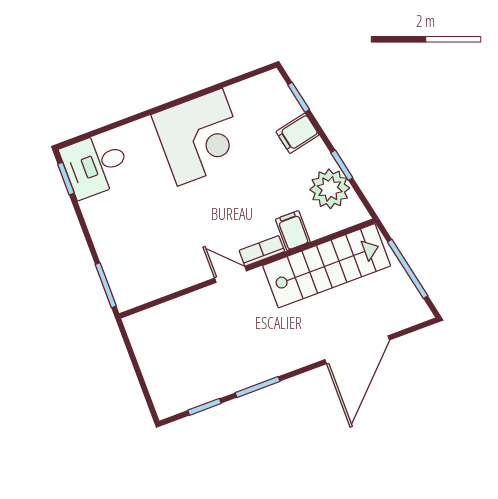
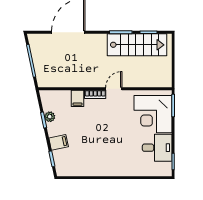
corner desk: (200, 137) -> (153, 114), moved, turned -90
desk: (96, 165) -> (157, 148), moved
plant: (330, 189) -> (50, 117), width x0.53, depth x0.53
stairs: (327, 266) -> (137, 45), moved, turned 180
door: (230, 275) -> (114, 89), swing flipped

